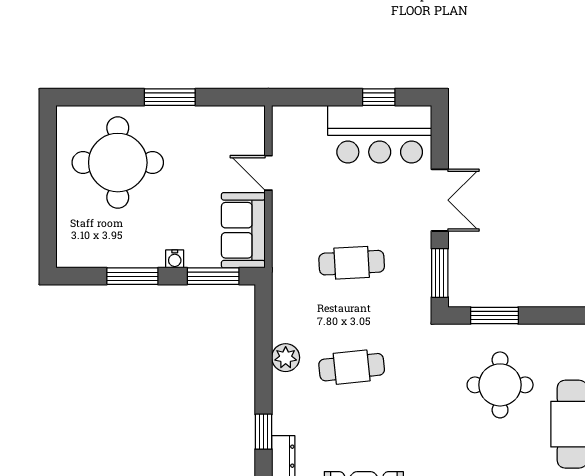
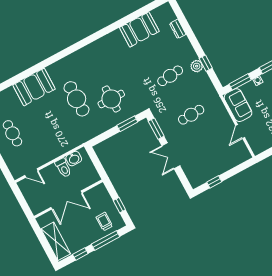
bar counter: (380, 134) -> (206, 168), removed
door: (268, 173) -> (240, 132), swing flipped
window: (263, 432) -> (206, 63), moved

